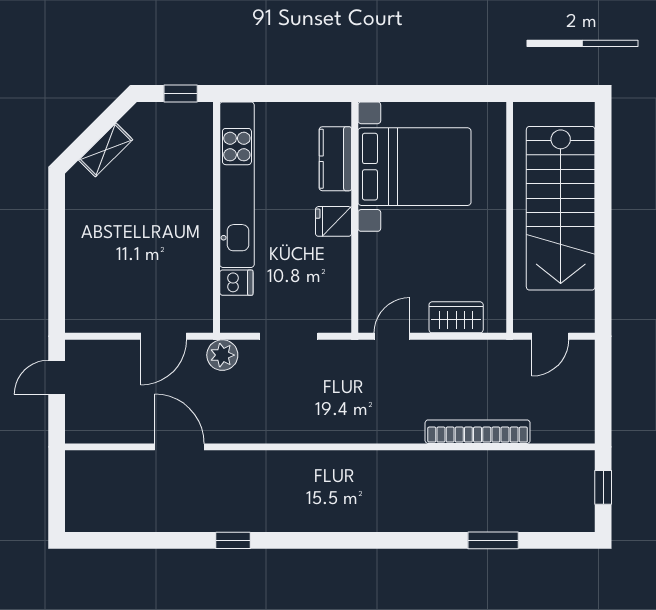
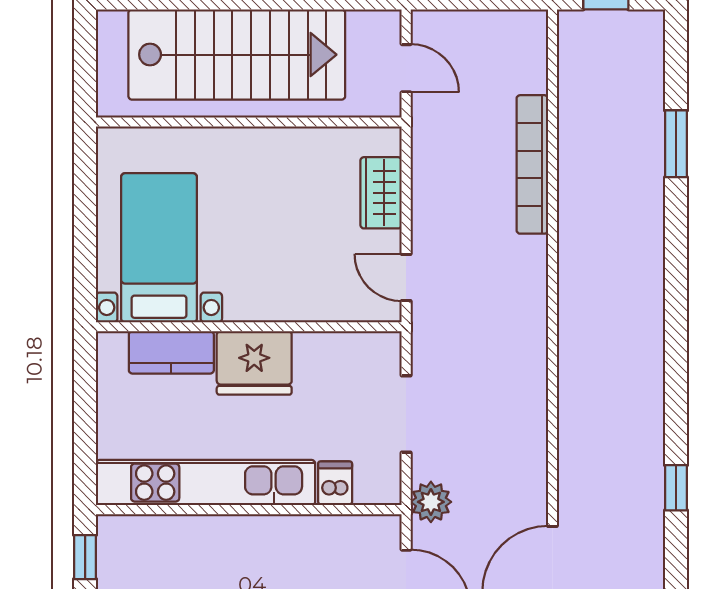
bed with nightstands: (414, 167) -> (159, 248), width x0.73
fridge: (334, 221) -> (254, 363), width x1.88, depth x1.34

